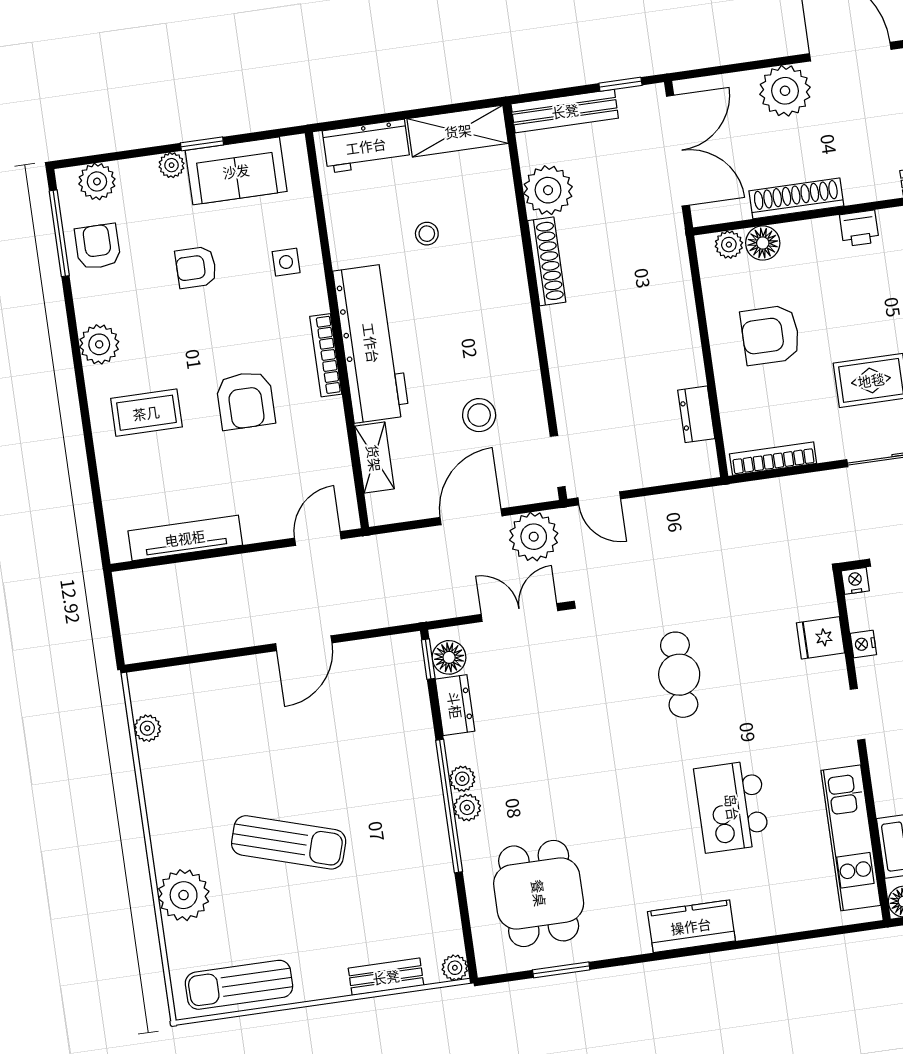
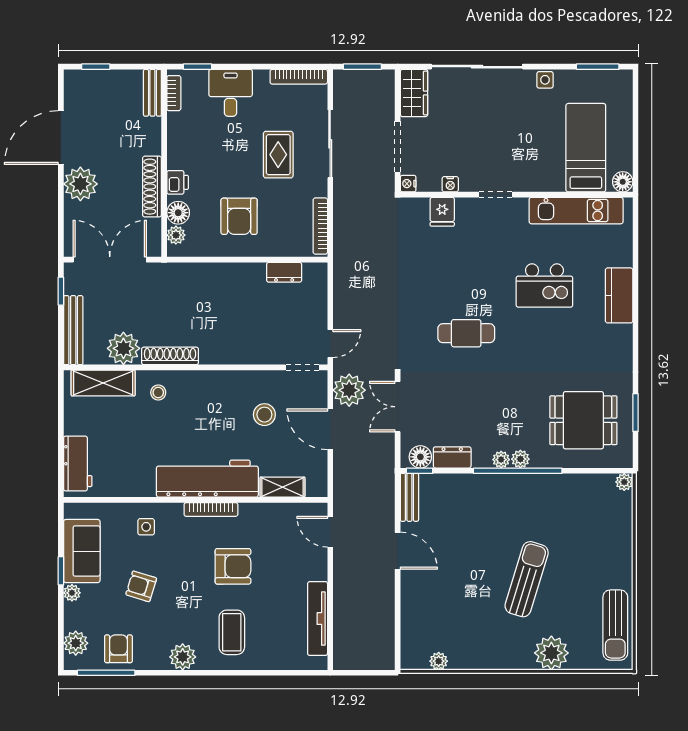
shelving: (458, 131) -> (103, 383), moved, turned 90
printer: (859, 228) -> (178, 182), moved
stool: (427, 234) -> (158, 392), moved
armchair: (98, 247) -> (118, 649), turned 90
armchair: (196, 267) -> (141, 586), turned 107
cafe table: (679, 675) -> (466, 333), moved
kitchen counter: (691, 926) -> (619, 295), moved
bench: (386, 977) -> (409, 497), moved

